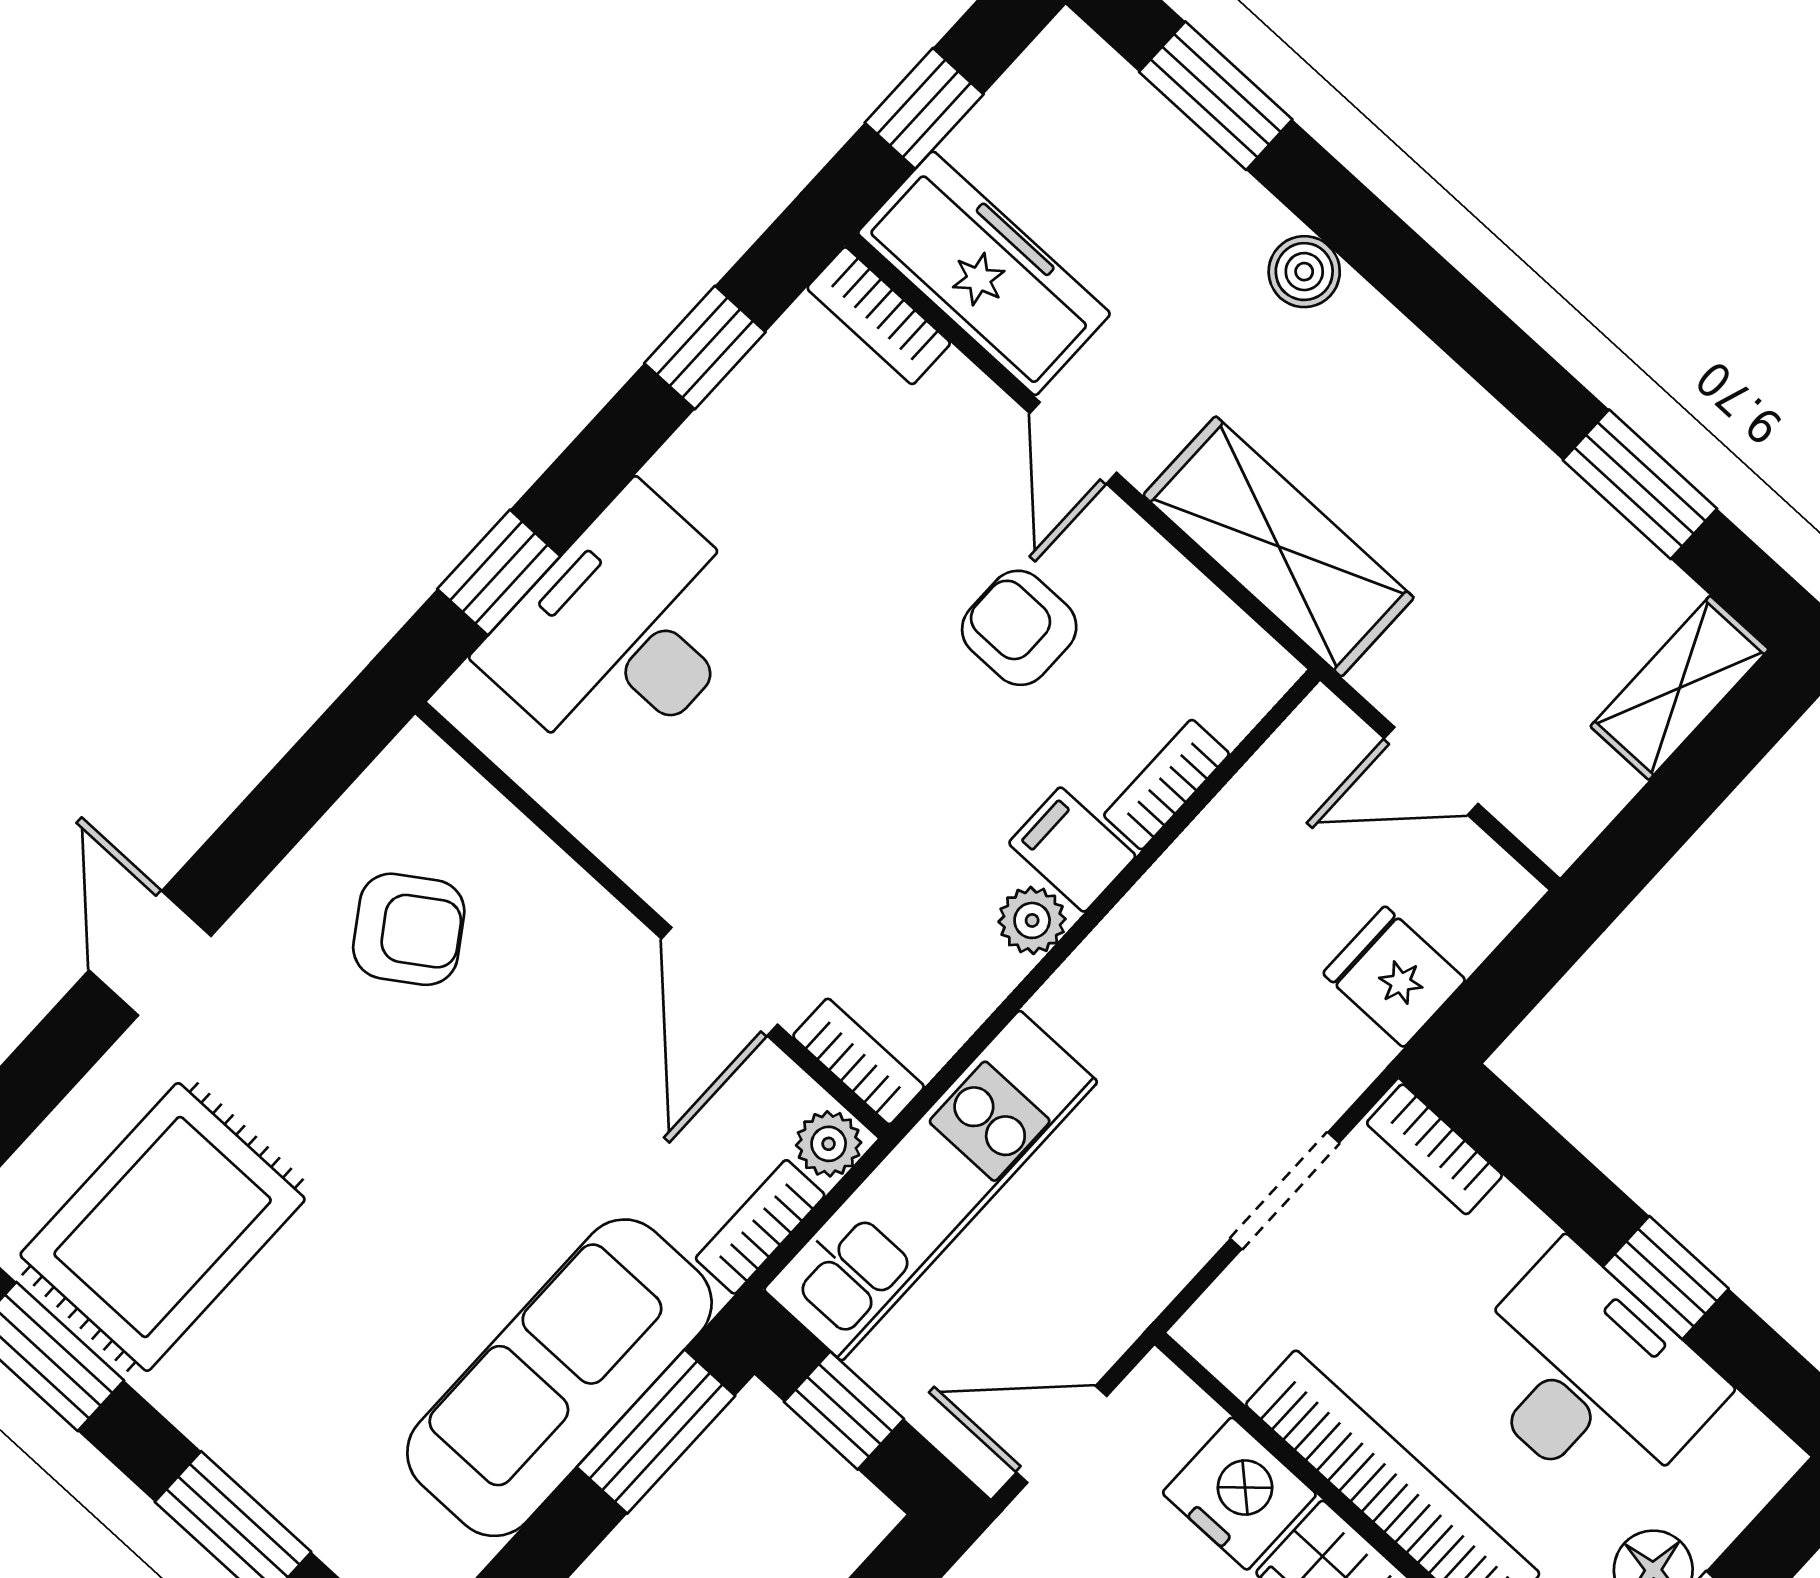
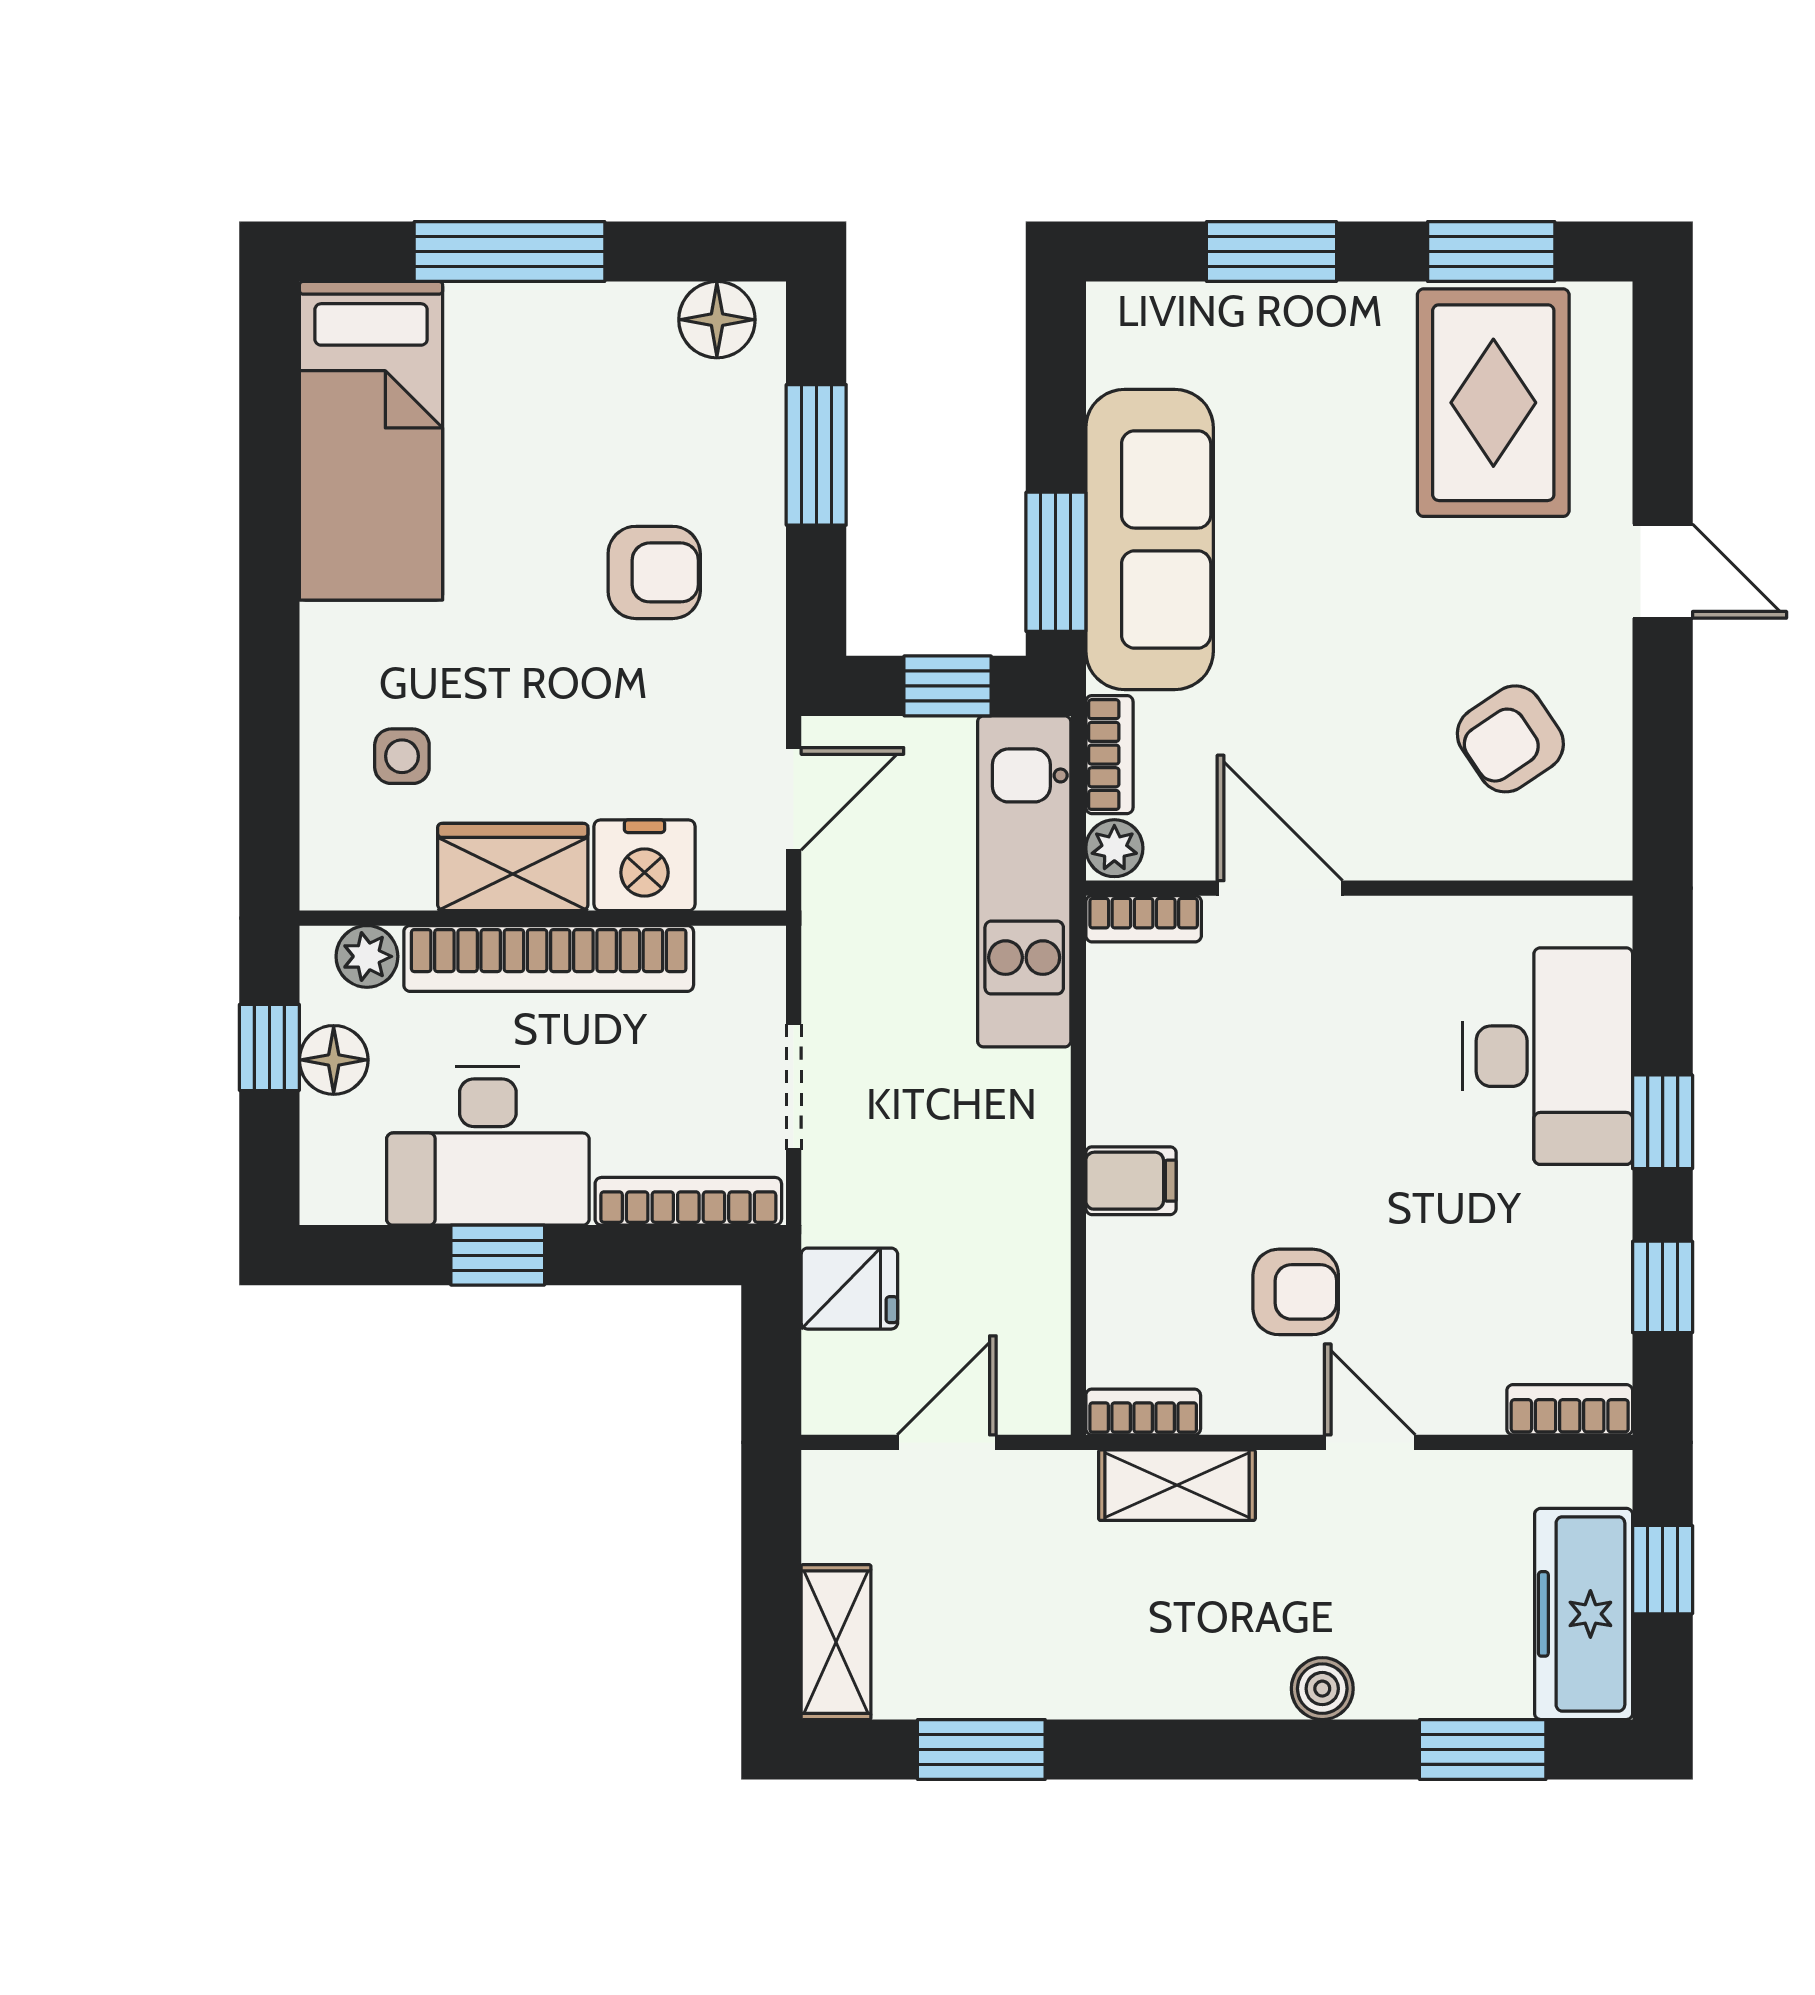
freezer: (984, 273) -> (1584, 1614), moved, turned 90
shelving: (1279, 546) -> (1177, 1485), width x0.67, depth x0.75
window: (499, 573) -> (1663, 1122), moved
bookcase: (1167, 785) -> (1143, 1412), moved, turned -90
plant: (1032, 920) -> (1115, 1111), removed
bookcase: (1434, 1149) -> (688, 1201), width x1.56

